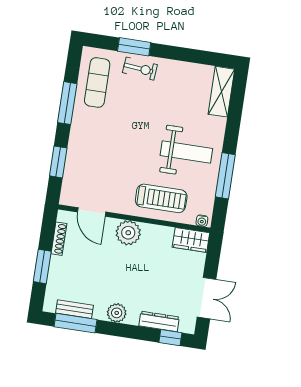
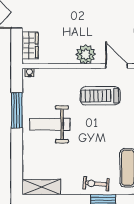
shelving: (221, 92) -> (41, 187), moved, turned 90
treadmill: (161, 198) -> (100, 96), moved
wardrobe: (191, 240) -> (30, 45), moved, turned 90

